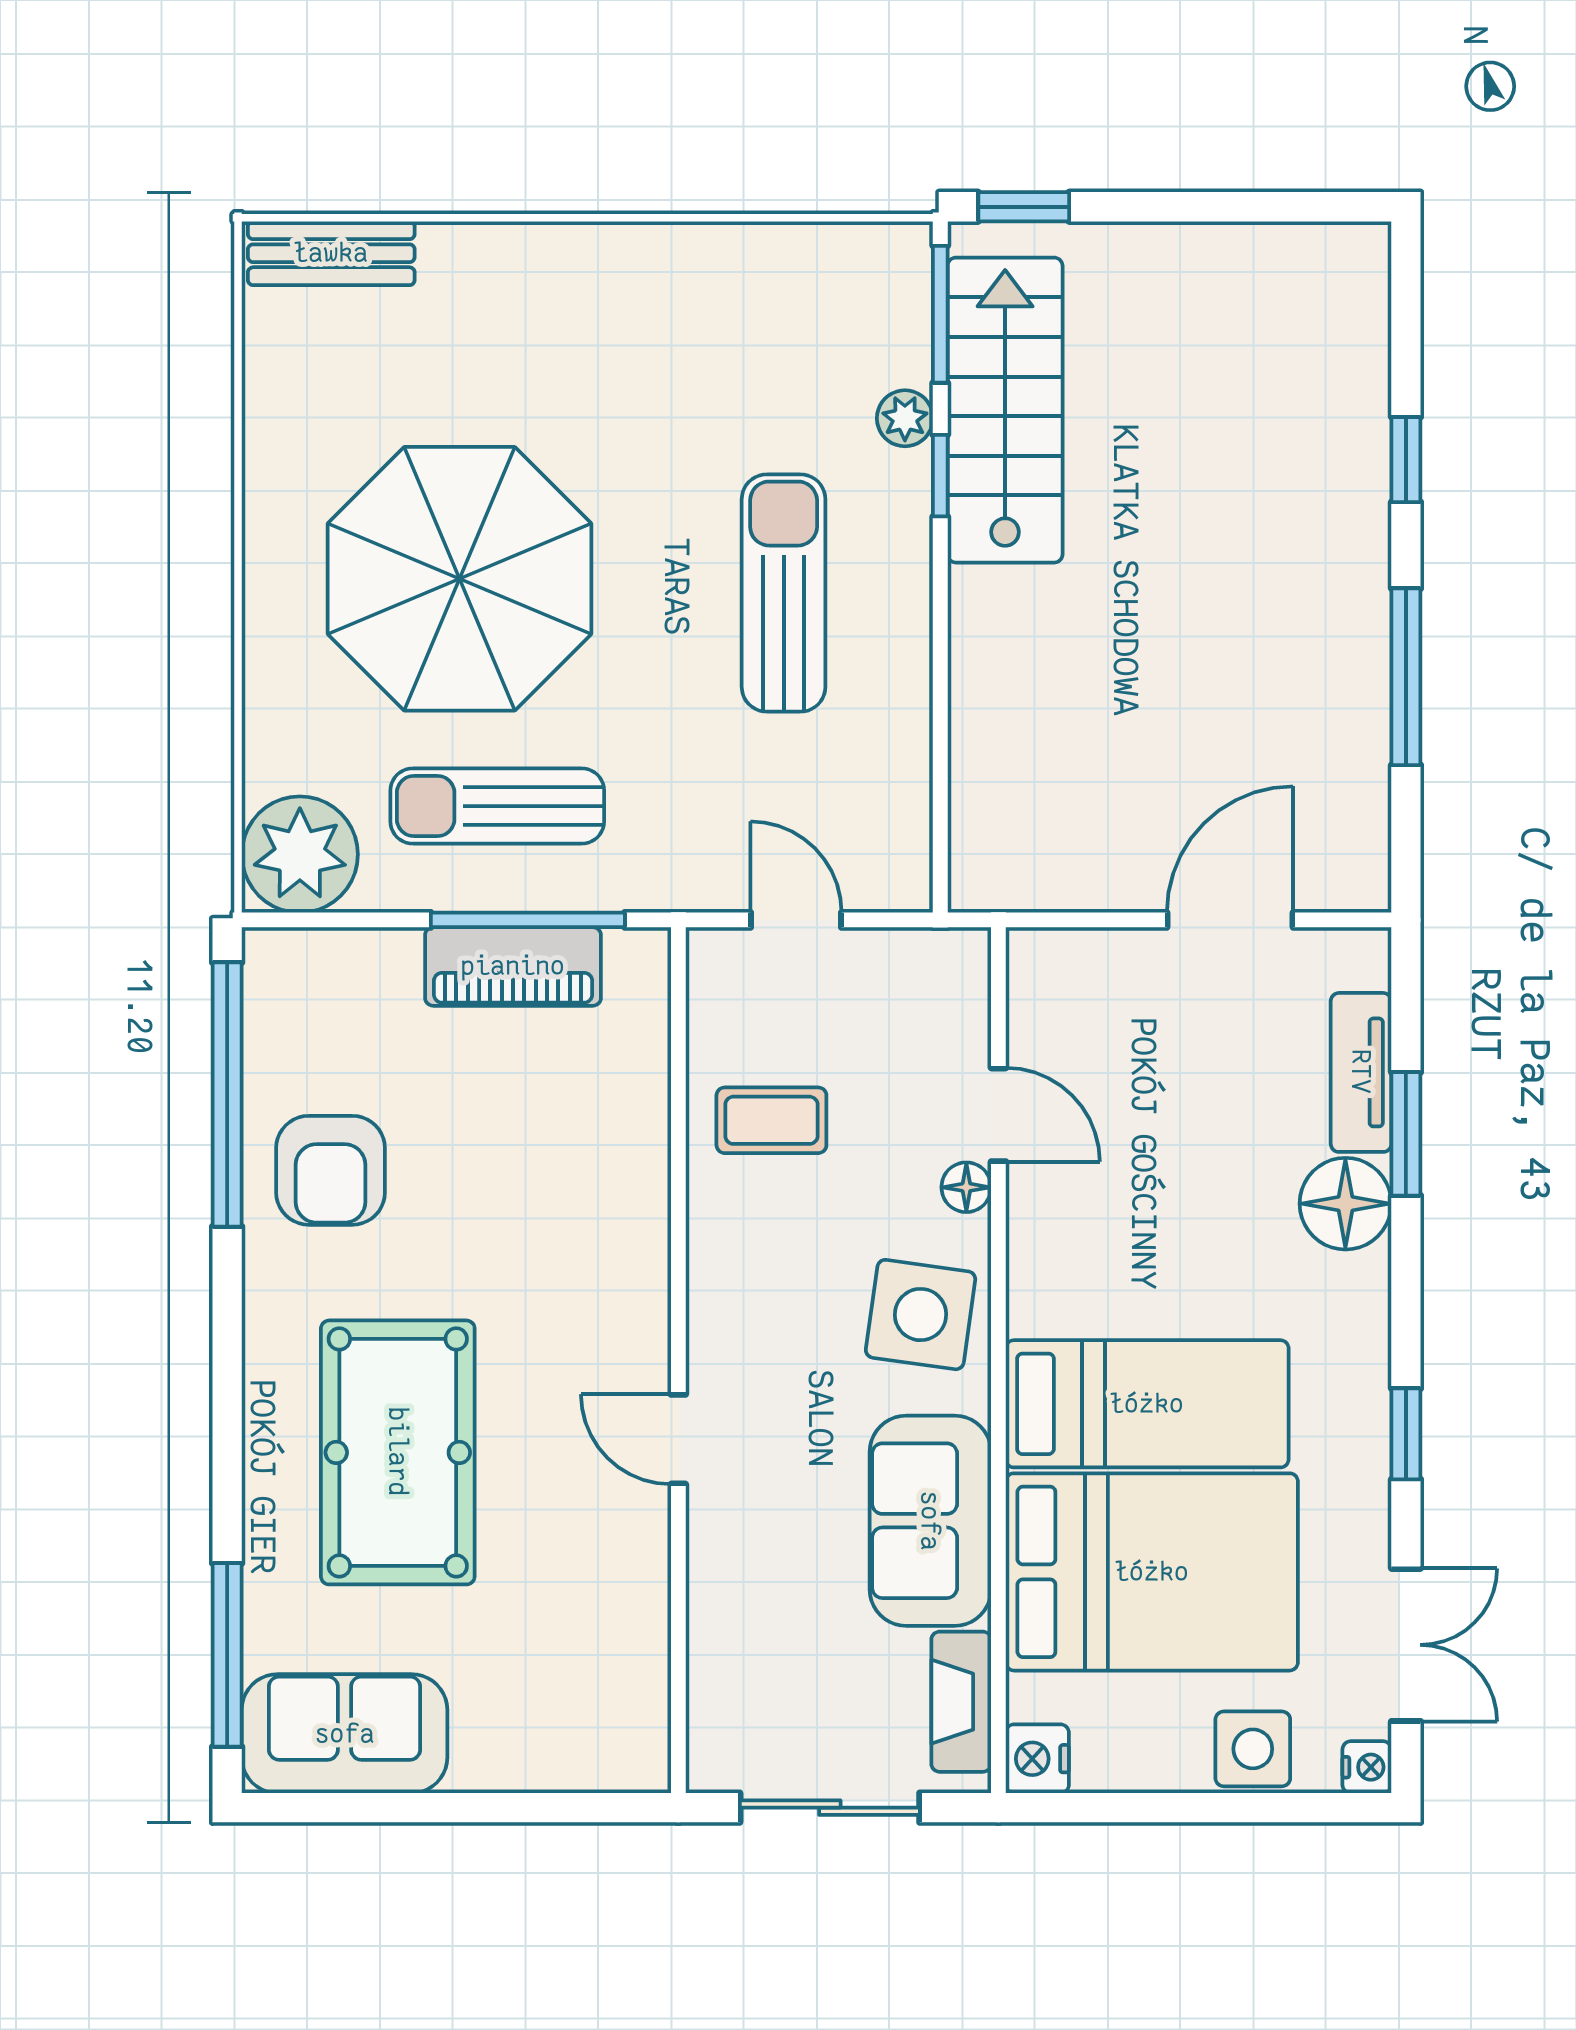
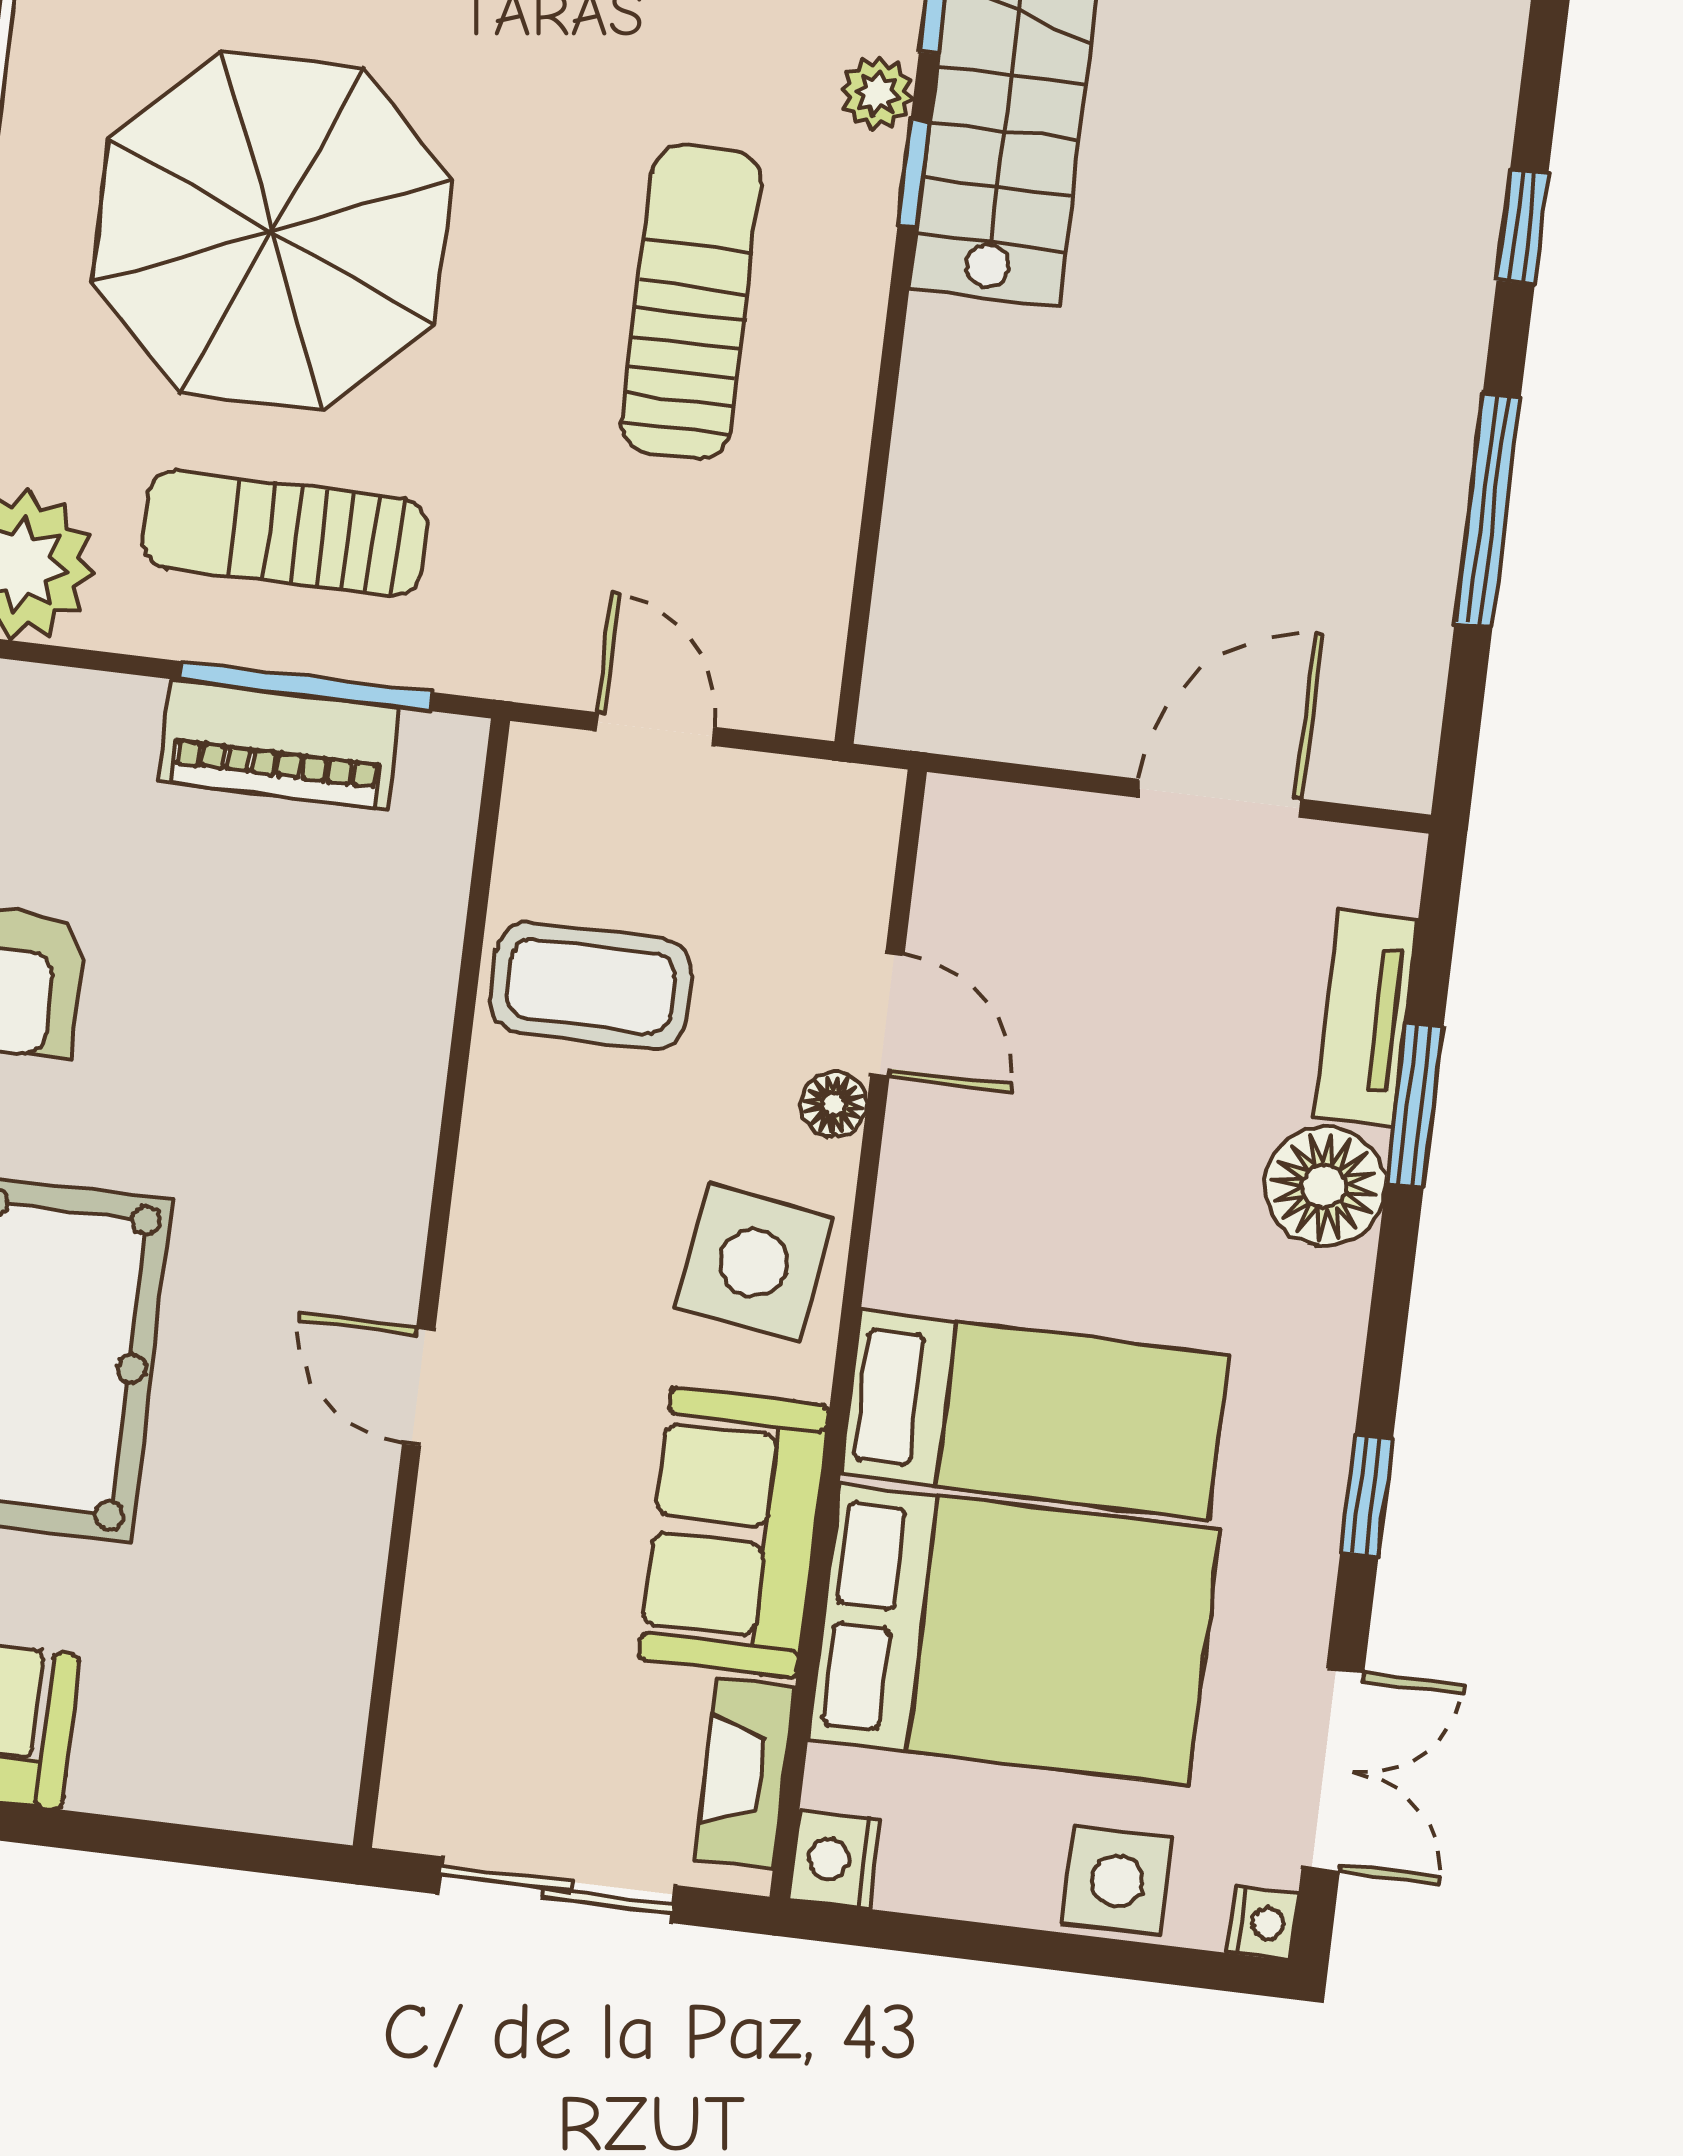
coffee table: (771, 1120) -> (591, 986), width x1.36, depth x1.30

